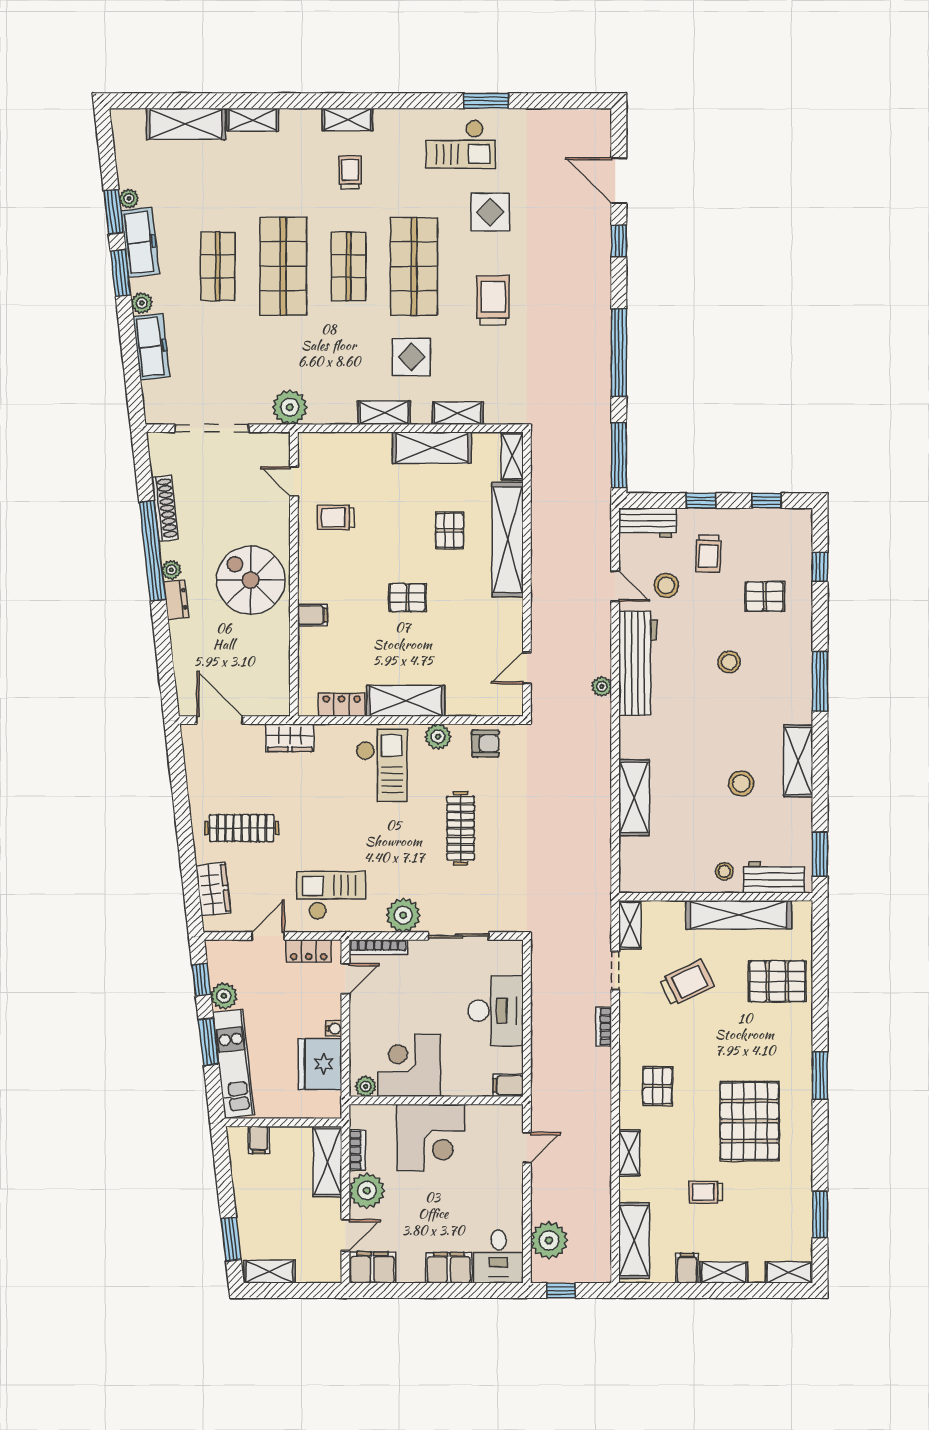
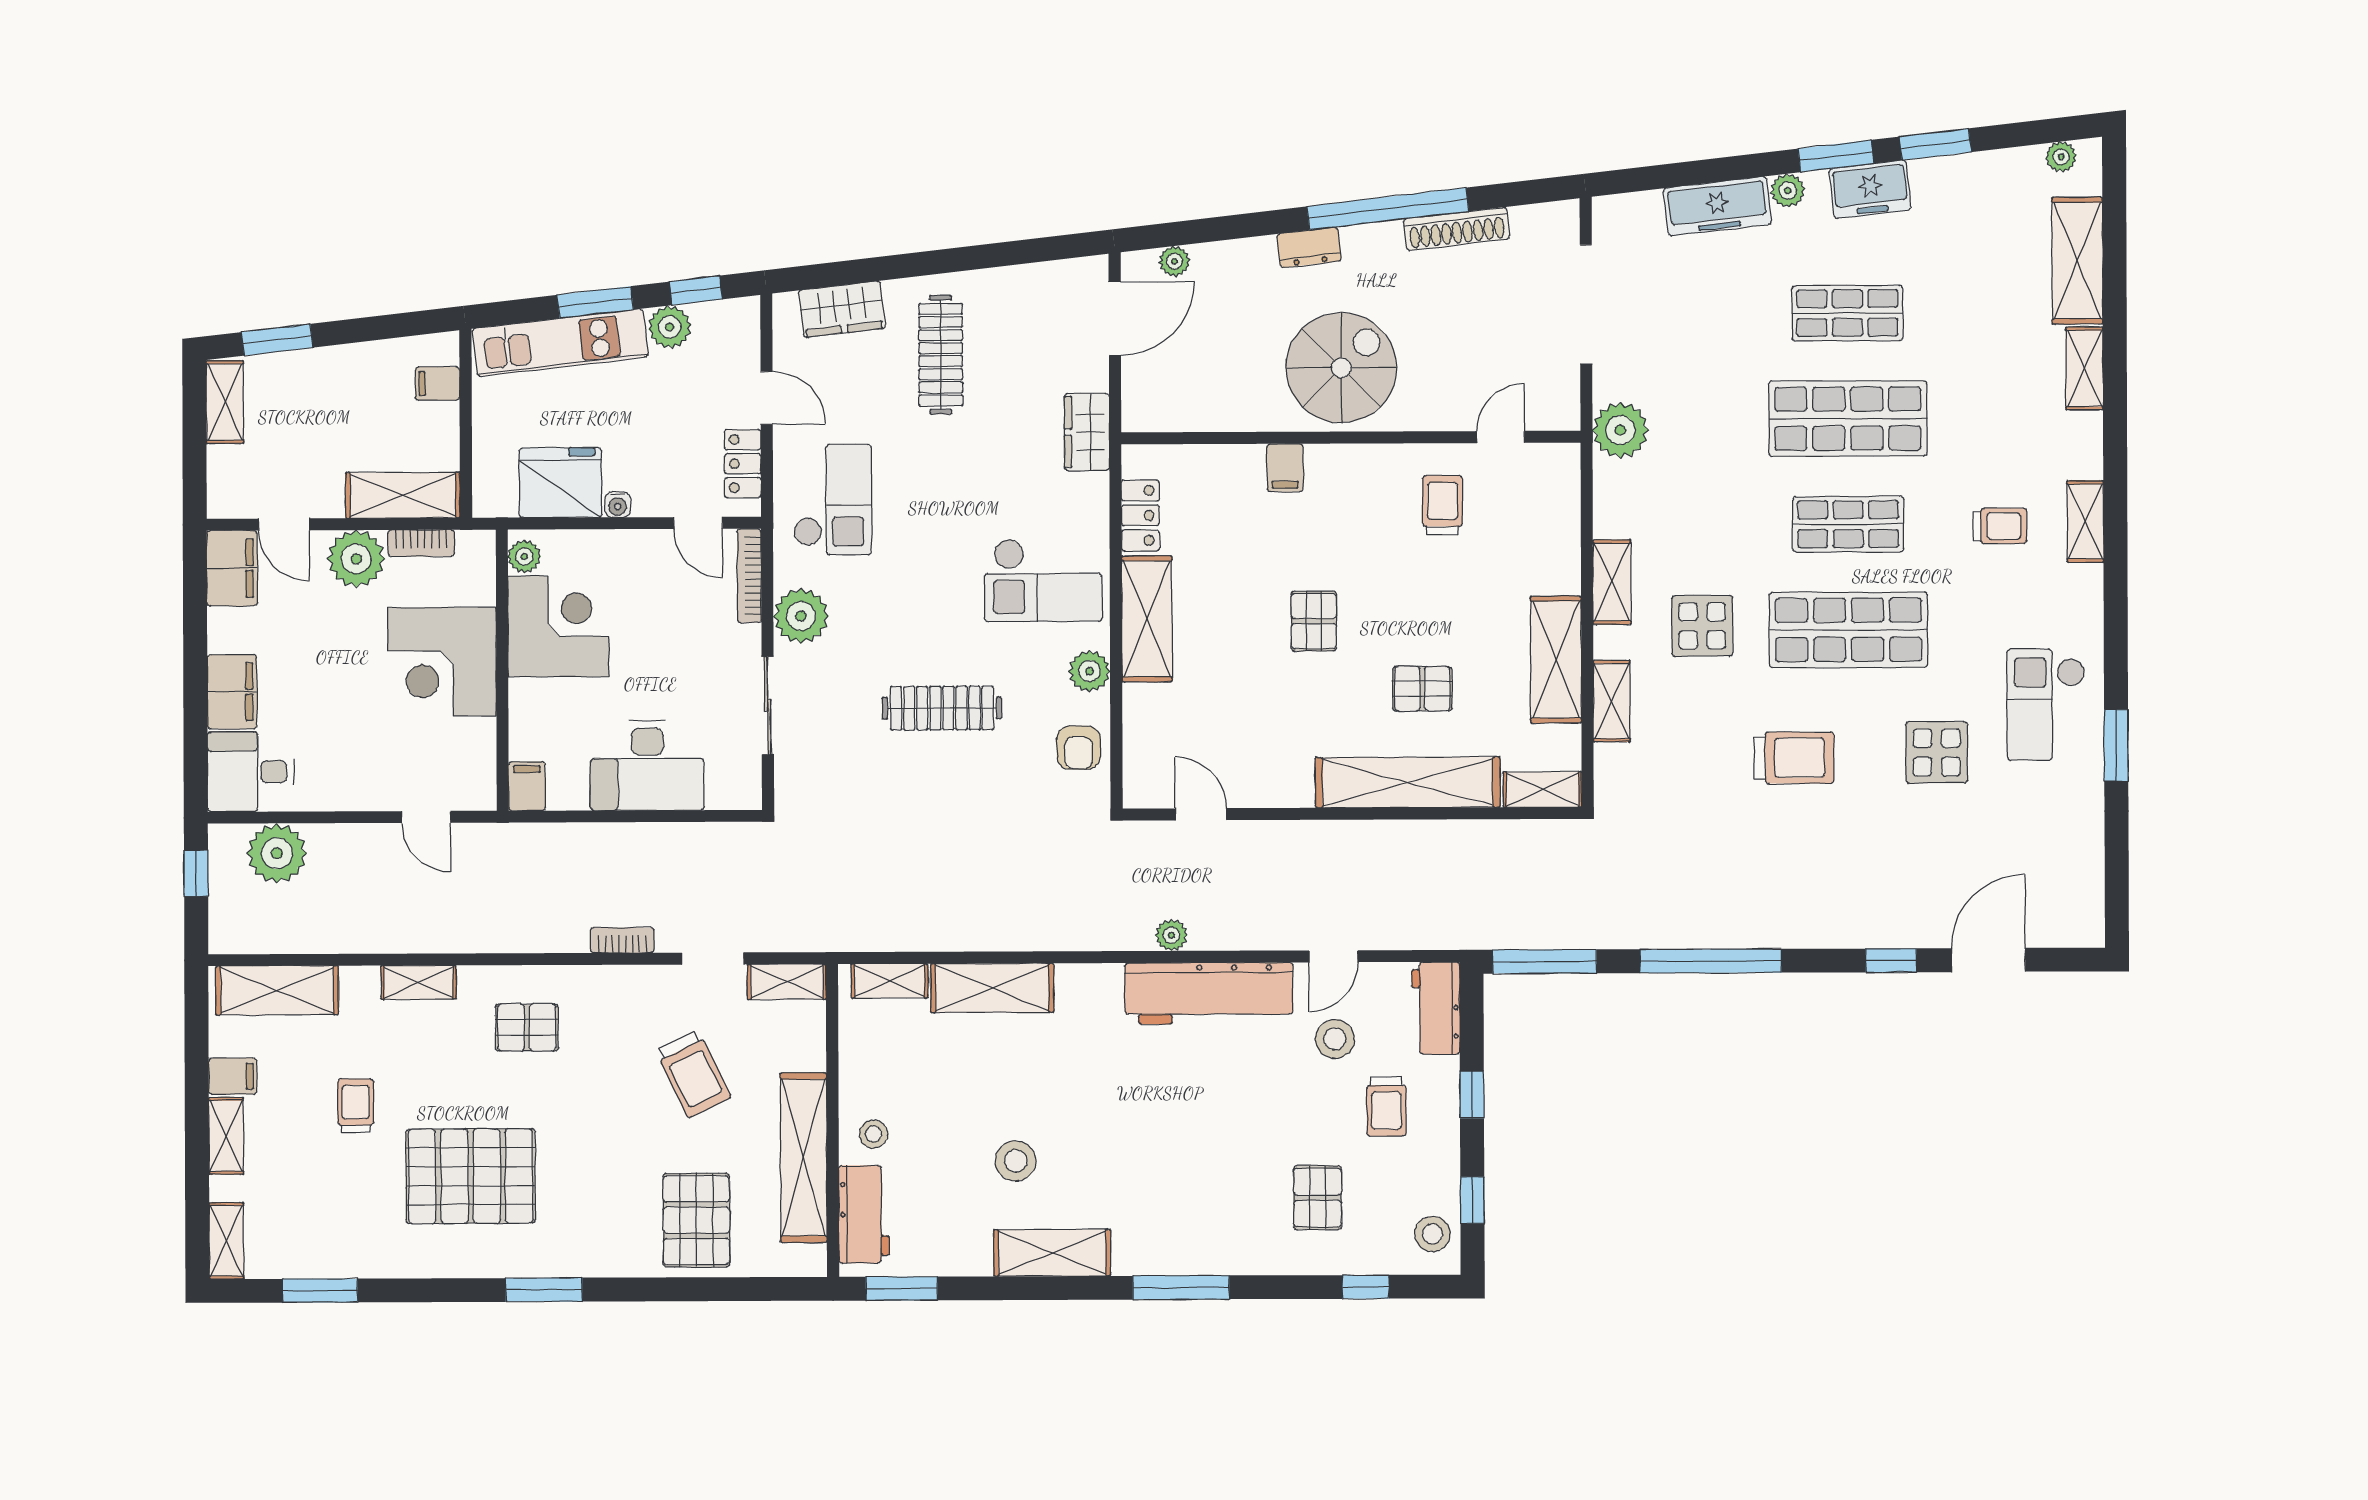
plant: (129, 199) -> (2061, 157), moved
freezer: (140, 242) -> (1870, 189), width x0.71
trolley: (708, 554) -> (1386, 1107), turned -92
plant: (171, 570) -> (1174, 261), moved
stool: (729, 662) -> (1432, 1234), moved
shelving: (629, 861) -> (889, 981), added

